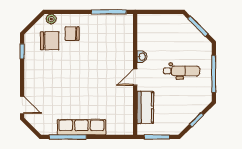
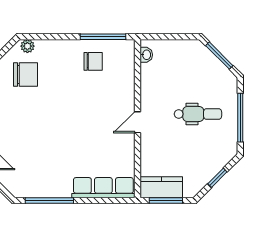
chair: (72, 34) -> (93, 61), moved, turned 180
washbasin: (142, 57) -> (146, 55), moved
kitchen counter: (145, 107) -> (161, 187), moved, turned -90
row of seats: (81, 127) -> (103, 188), moved

